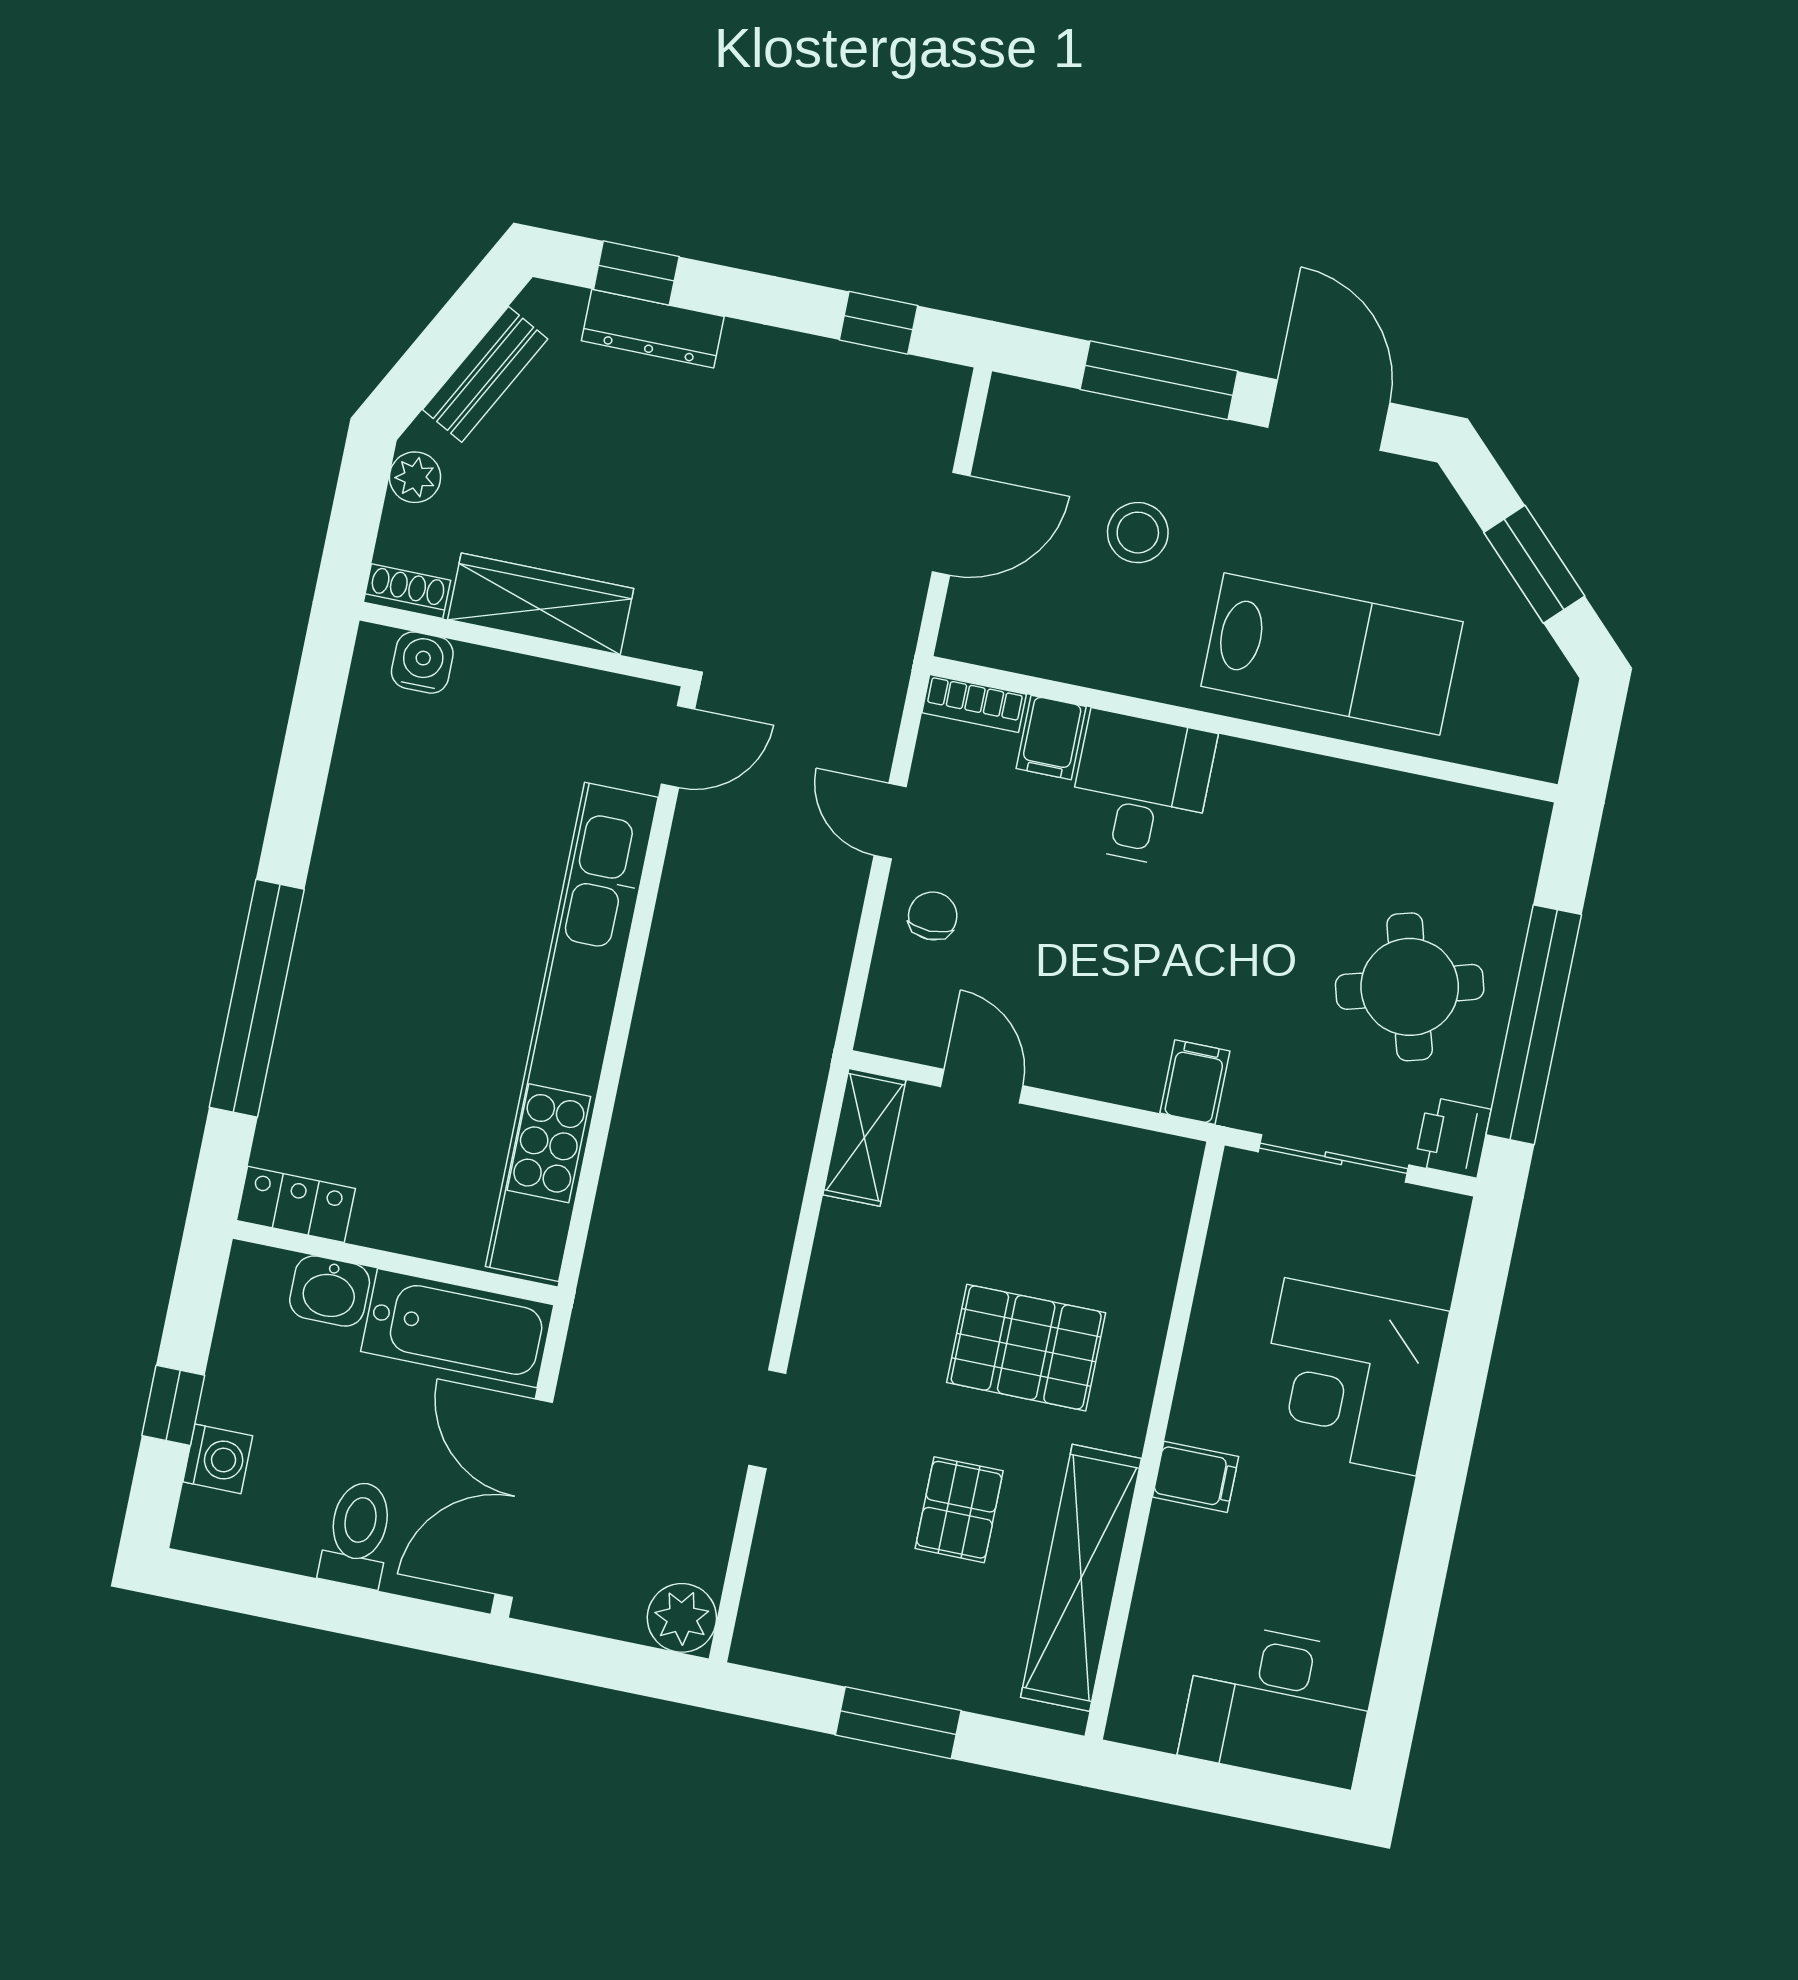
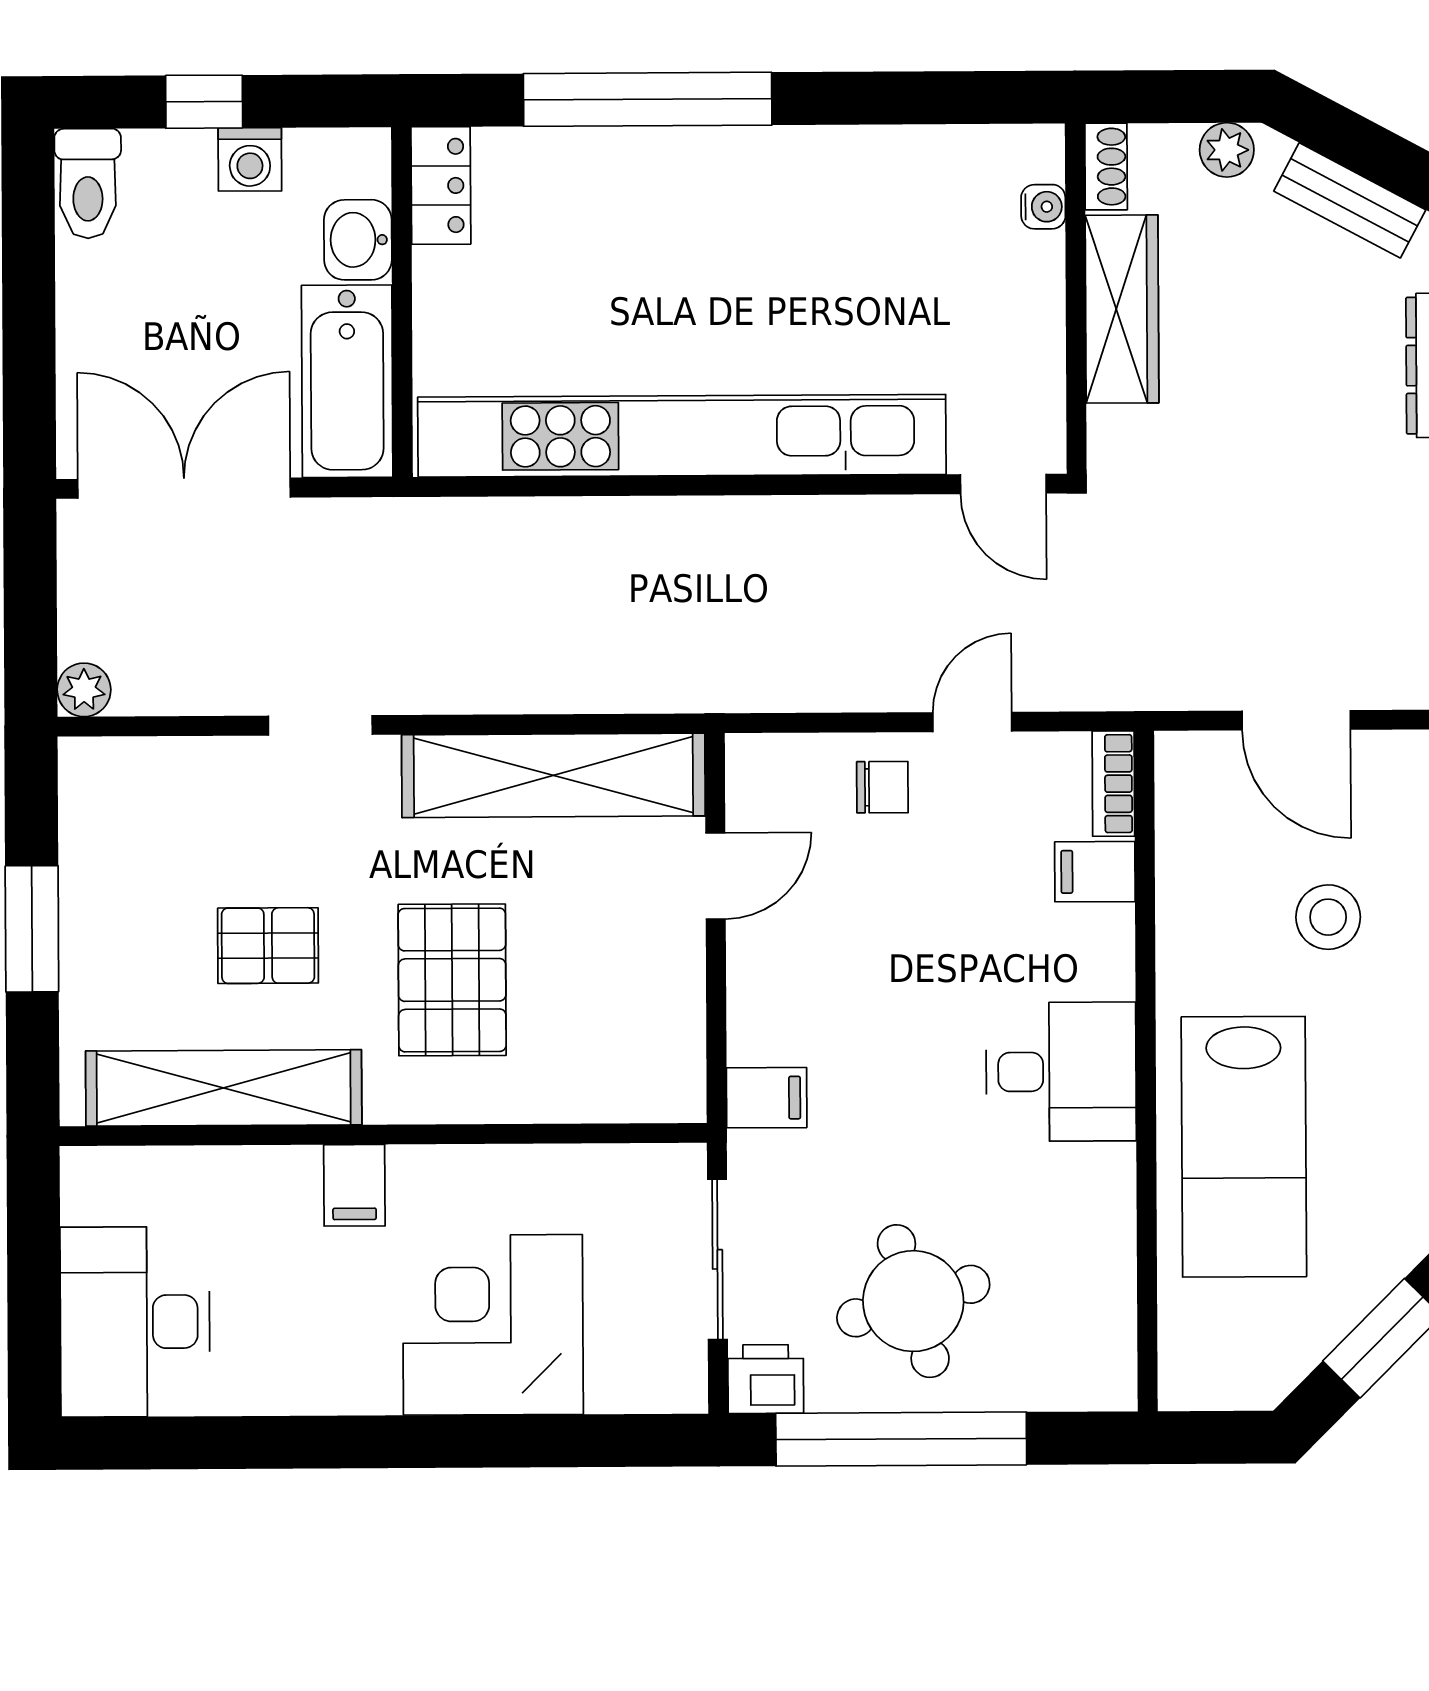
water cooler: (422, 663) -> (1043, 207), width x0.72, depth x0.72
desk: (1141, 789) -> (1061, 1072), moved
shelving: (864, 1137) -> (553, 775), width x2.20, depth x1.33
washing machine: (218, 1459) -> (250, 159), moved
toilet: (358, 1534) -> (88, 184), moved, turned 90
plant: (682, 1618) -> (84, 690), width x0.73, depth x0.73

